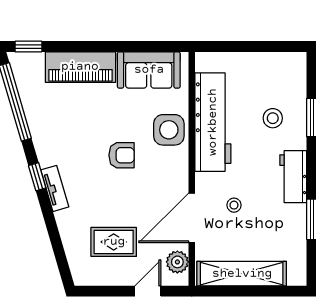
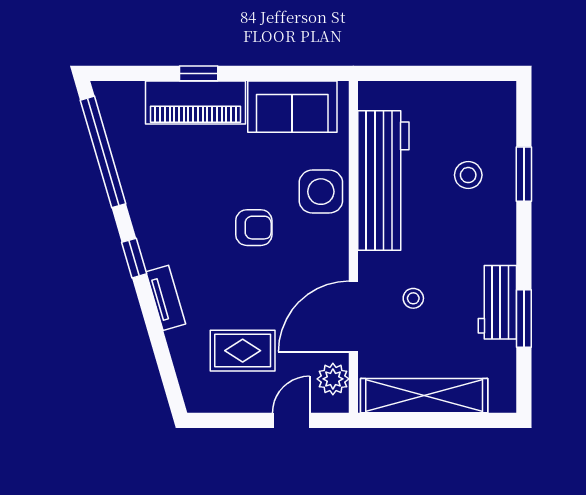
window: (28, 47) -> (199, 73), moved
workbench: (293, 177) -> (497, 302), moved
tv unit: (55, 188) -> (166, 298), moved

